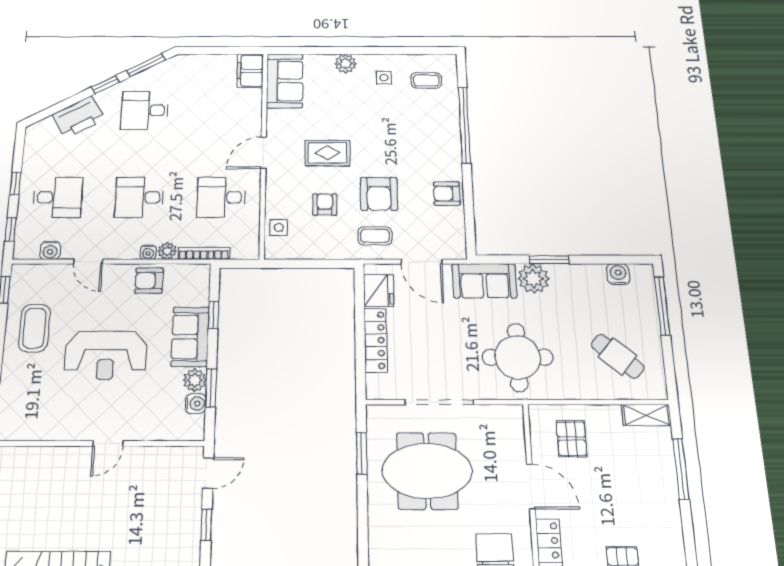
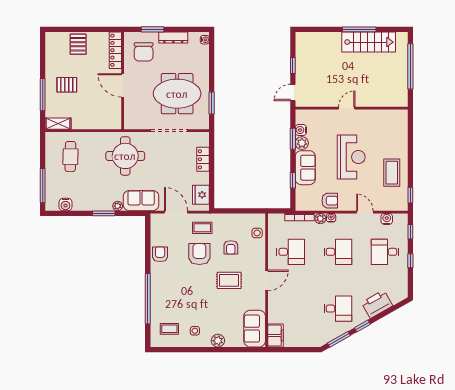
armchair: (447, 194) -> (160, 254), turned -90
plant: (533, 279) -> (118, 206), width x0.53, depth x0.53
locker: (376, 340) -> (203, 159), width x0.66
reception desk: (106, 355) -> (351, 157), turned 90
cafe table: (618, 356) -> (70, 157), turned 51
pallet: (572, 439) -> (67, 85), moved, turned 90

